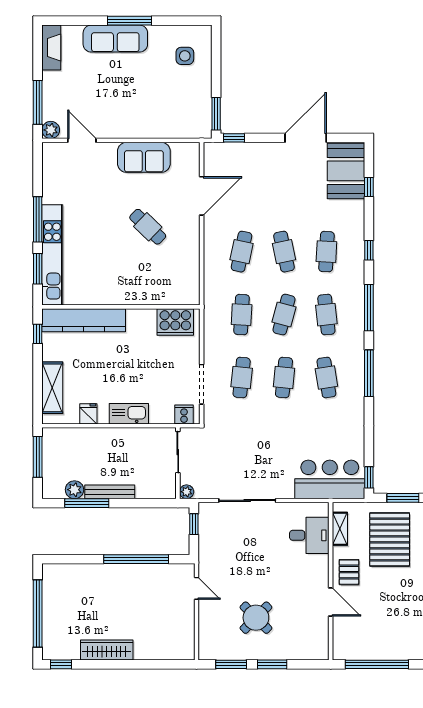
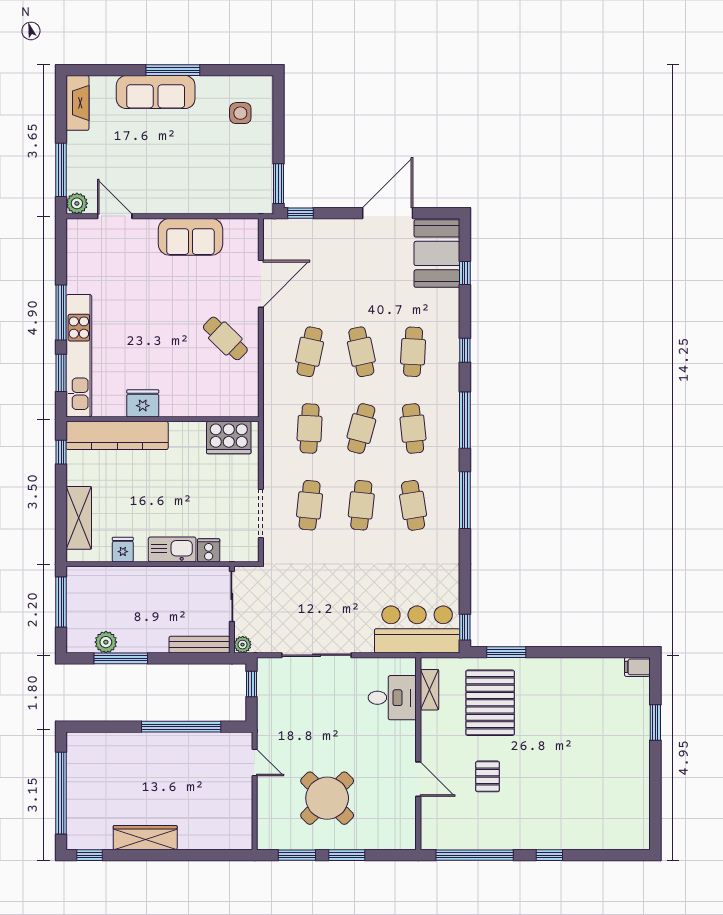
cafe table: (148, 227) -> (225, 338), moved
fridge: (105, 294) -> (143, 403), added
cooker: (184, 414) -> (209, 550), moved
bench: (110, 492) -> (199, 645), moved
pallet: (349, 572) -> (488, 776), moved
round table: (256, 618) -> (327, 798), width x1.36, depth x1.36

